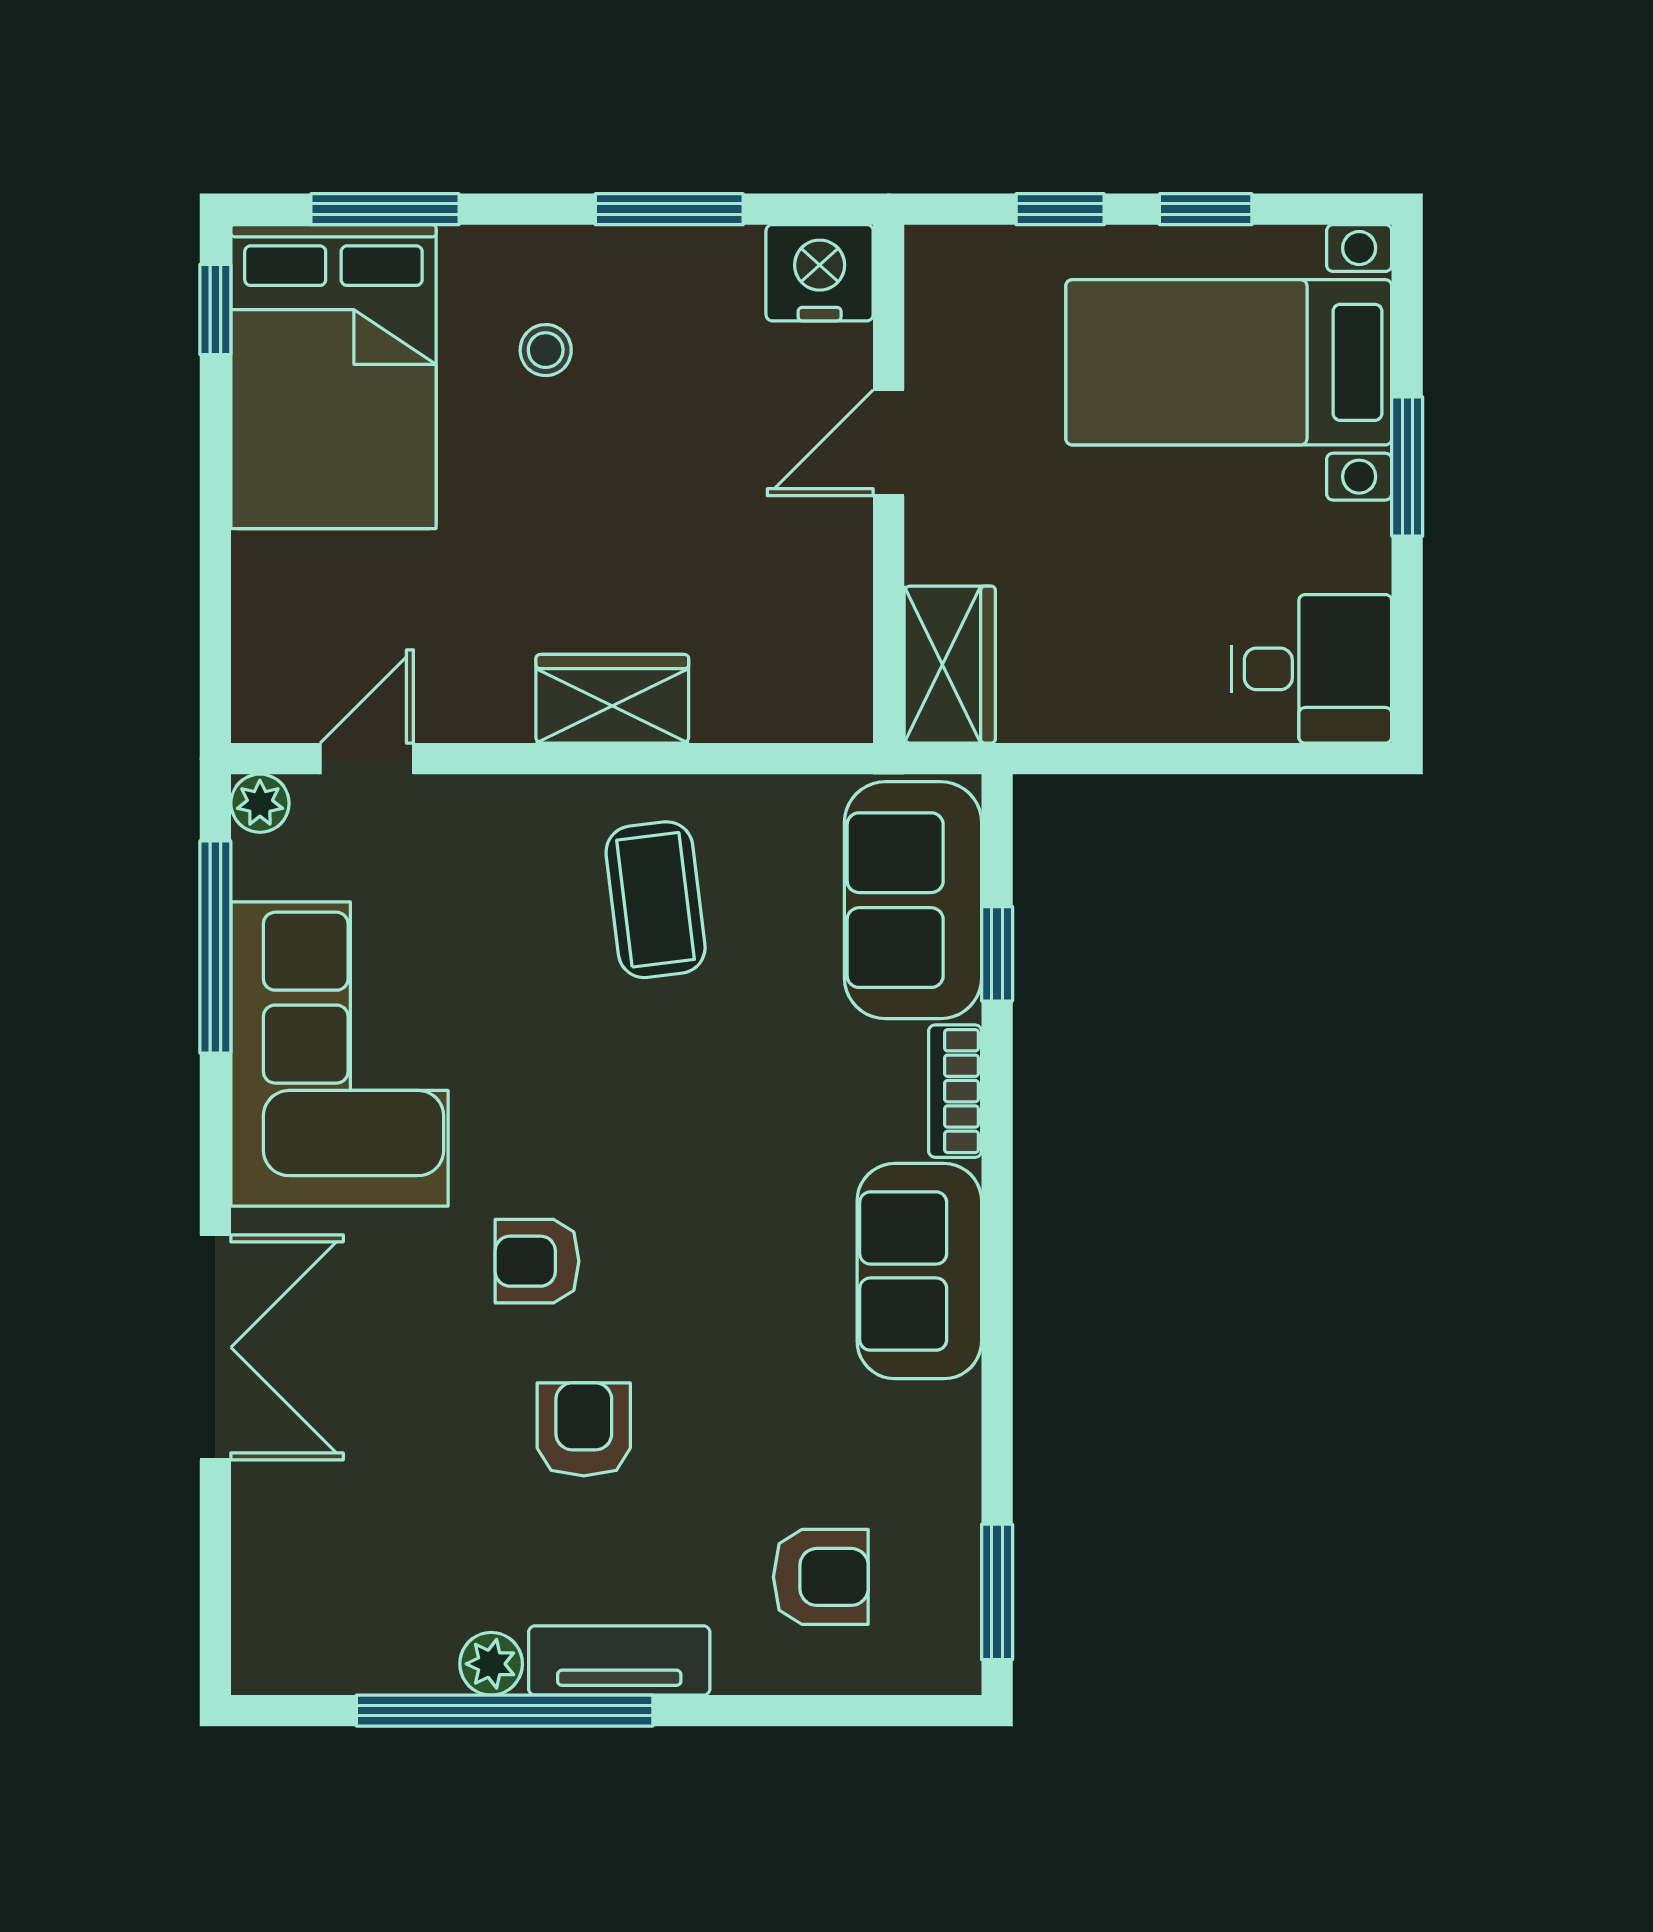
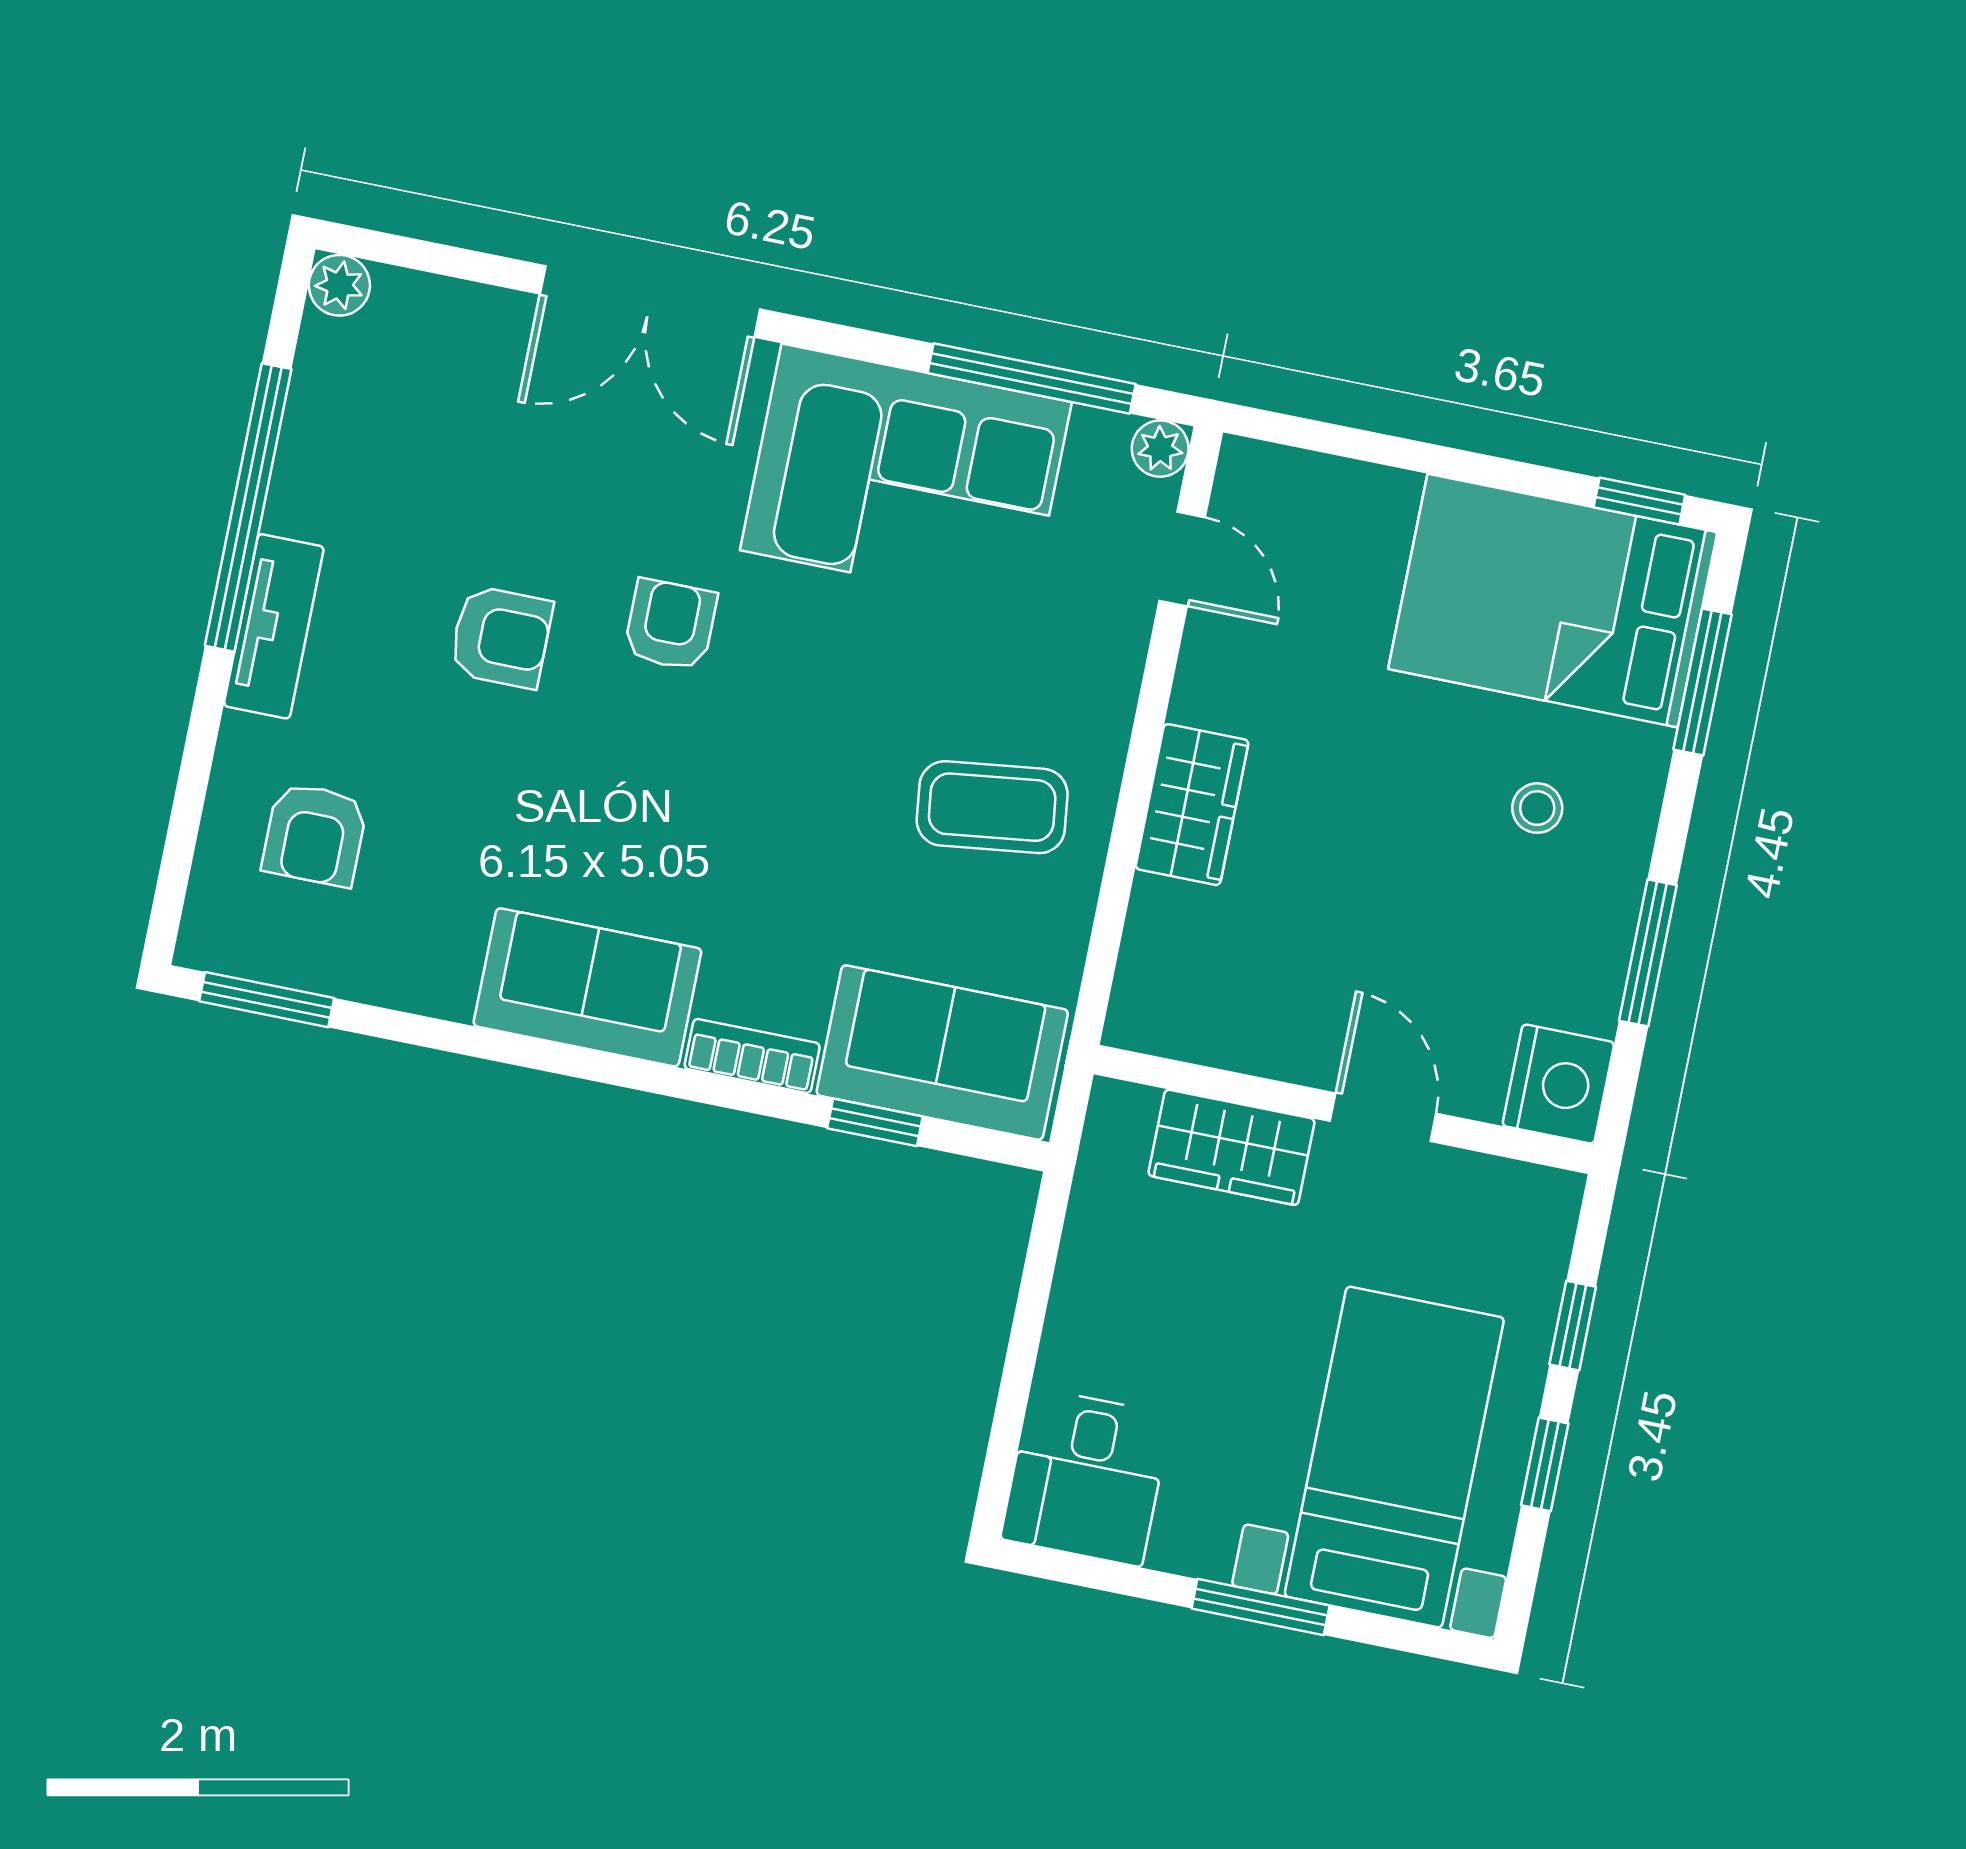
wardrobe: (950, 665) -> (1231, 1147), moved
plant: (491, 1664) -> (339, 285), moved

